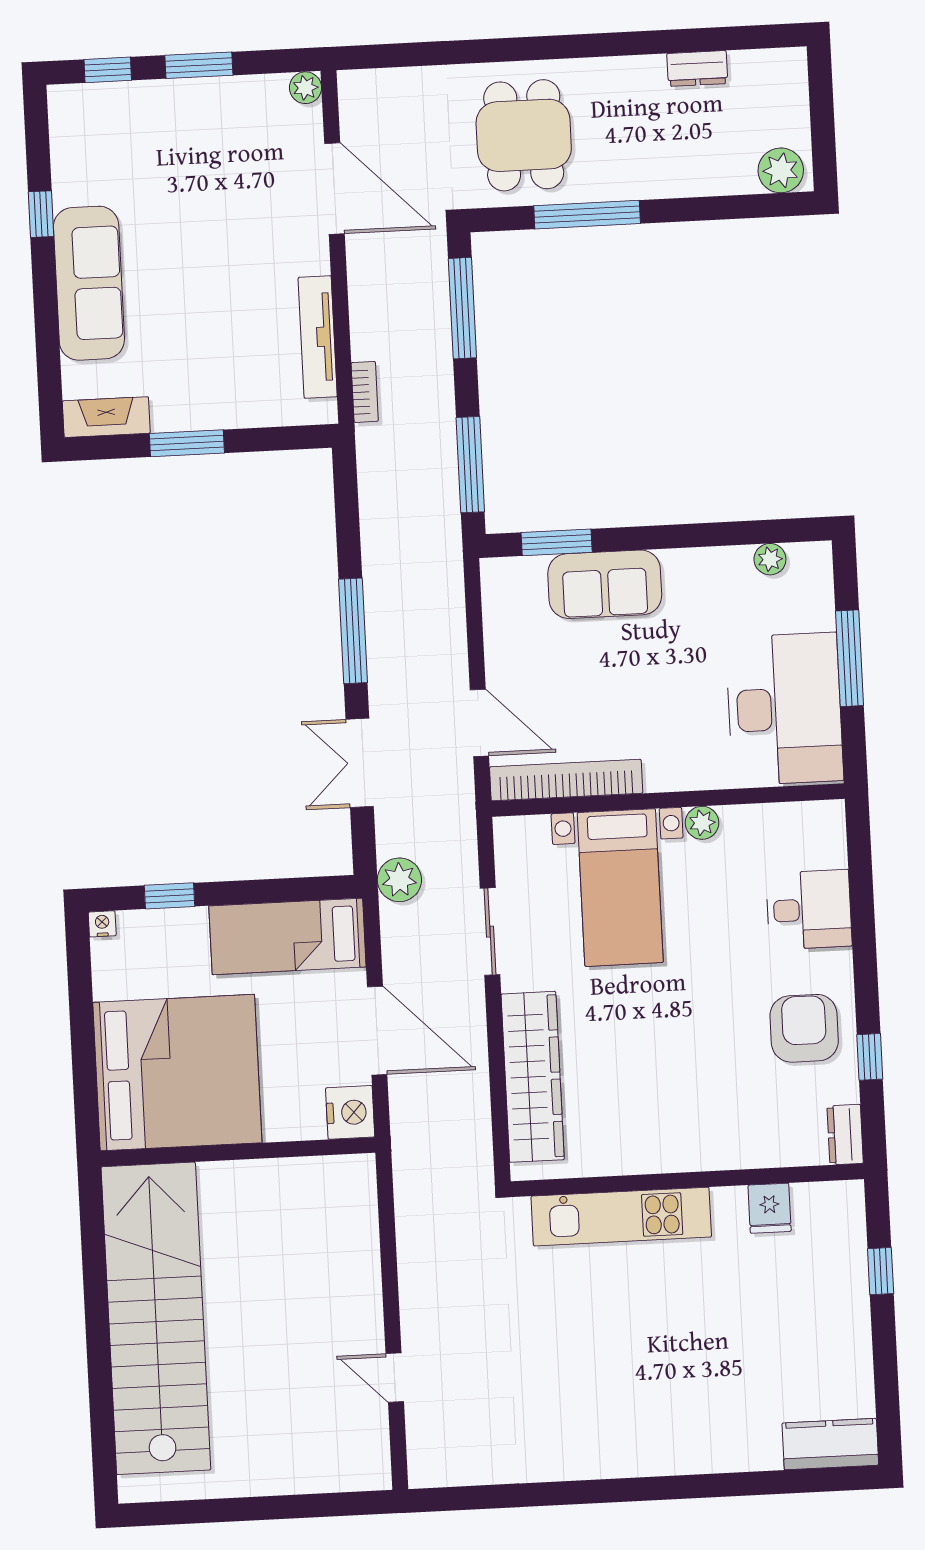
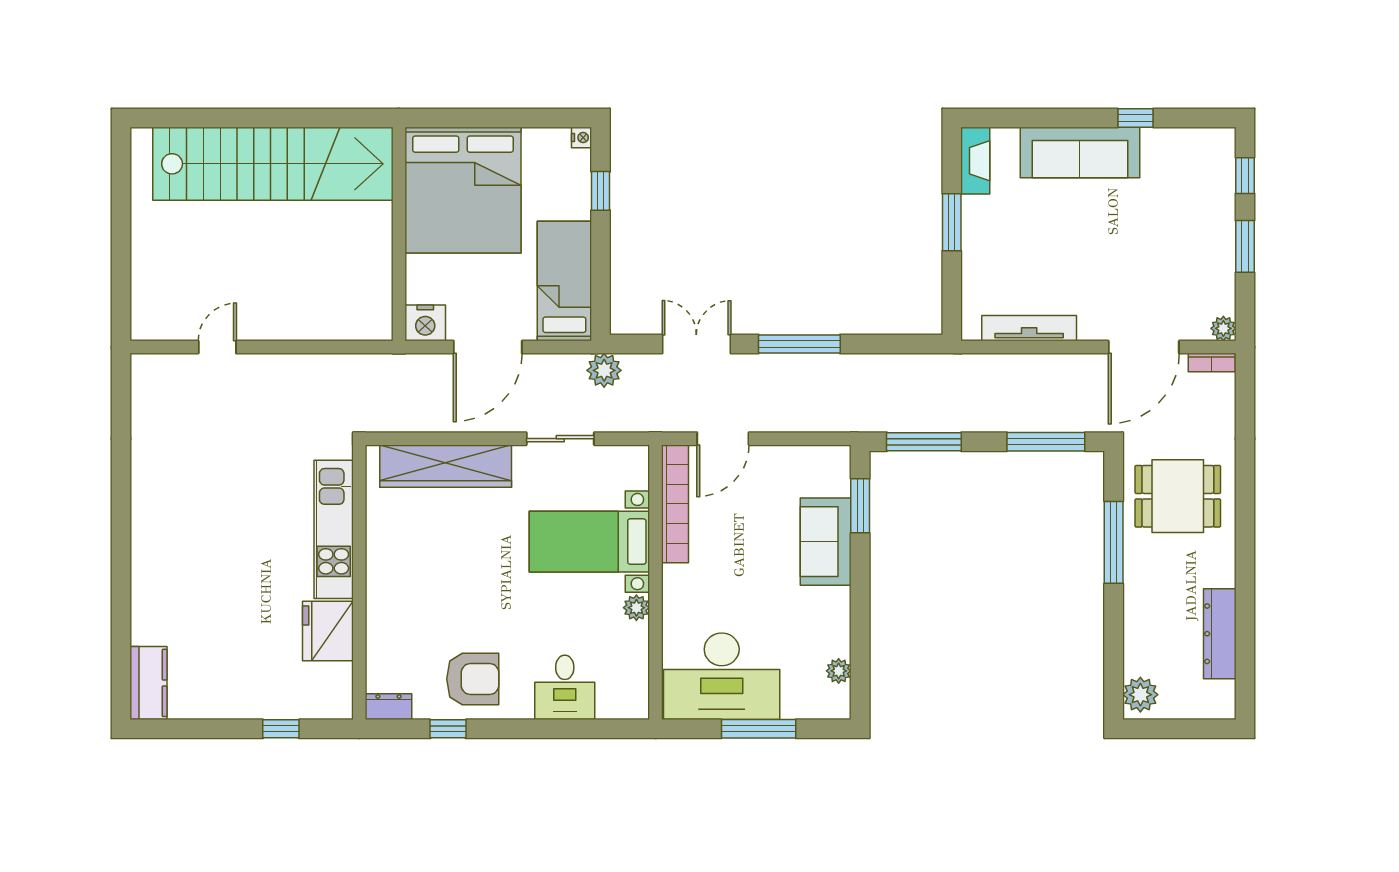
dresser: (697, 68) -> (1220, 634), width x1.96, depth x1.24
bookcase: (365, 392) -> (1212, 363), moved
fridge: (770, 1208) -> (328, 631), width x1.88, depth x1.34

